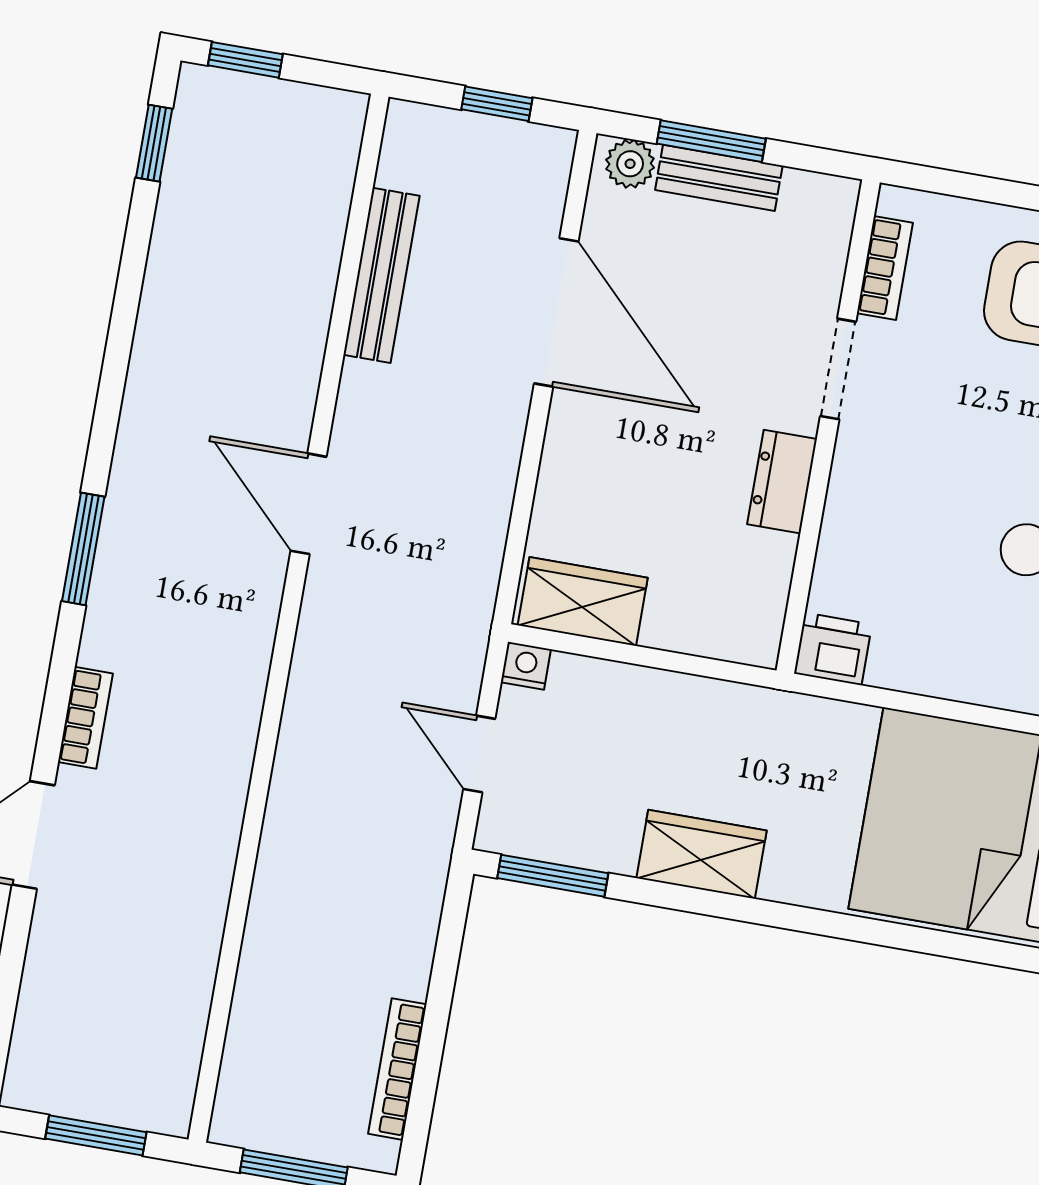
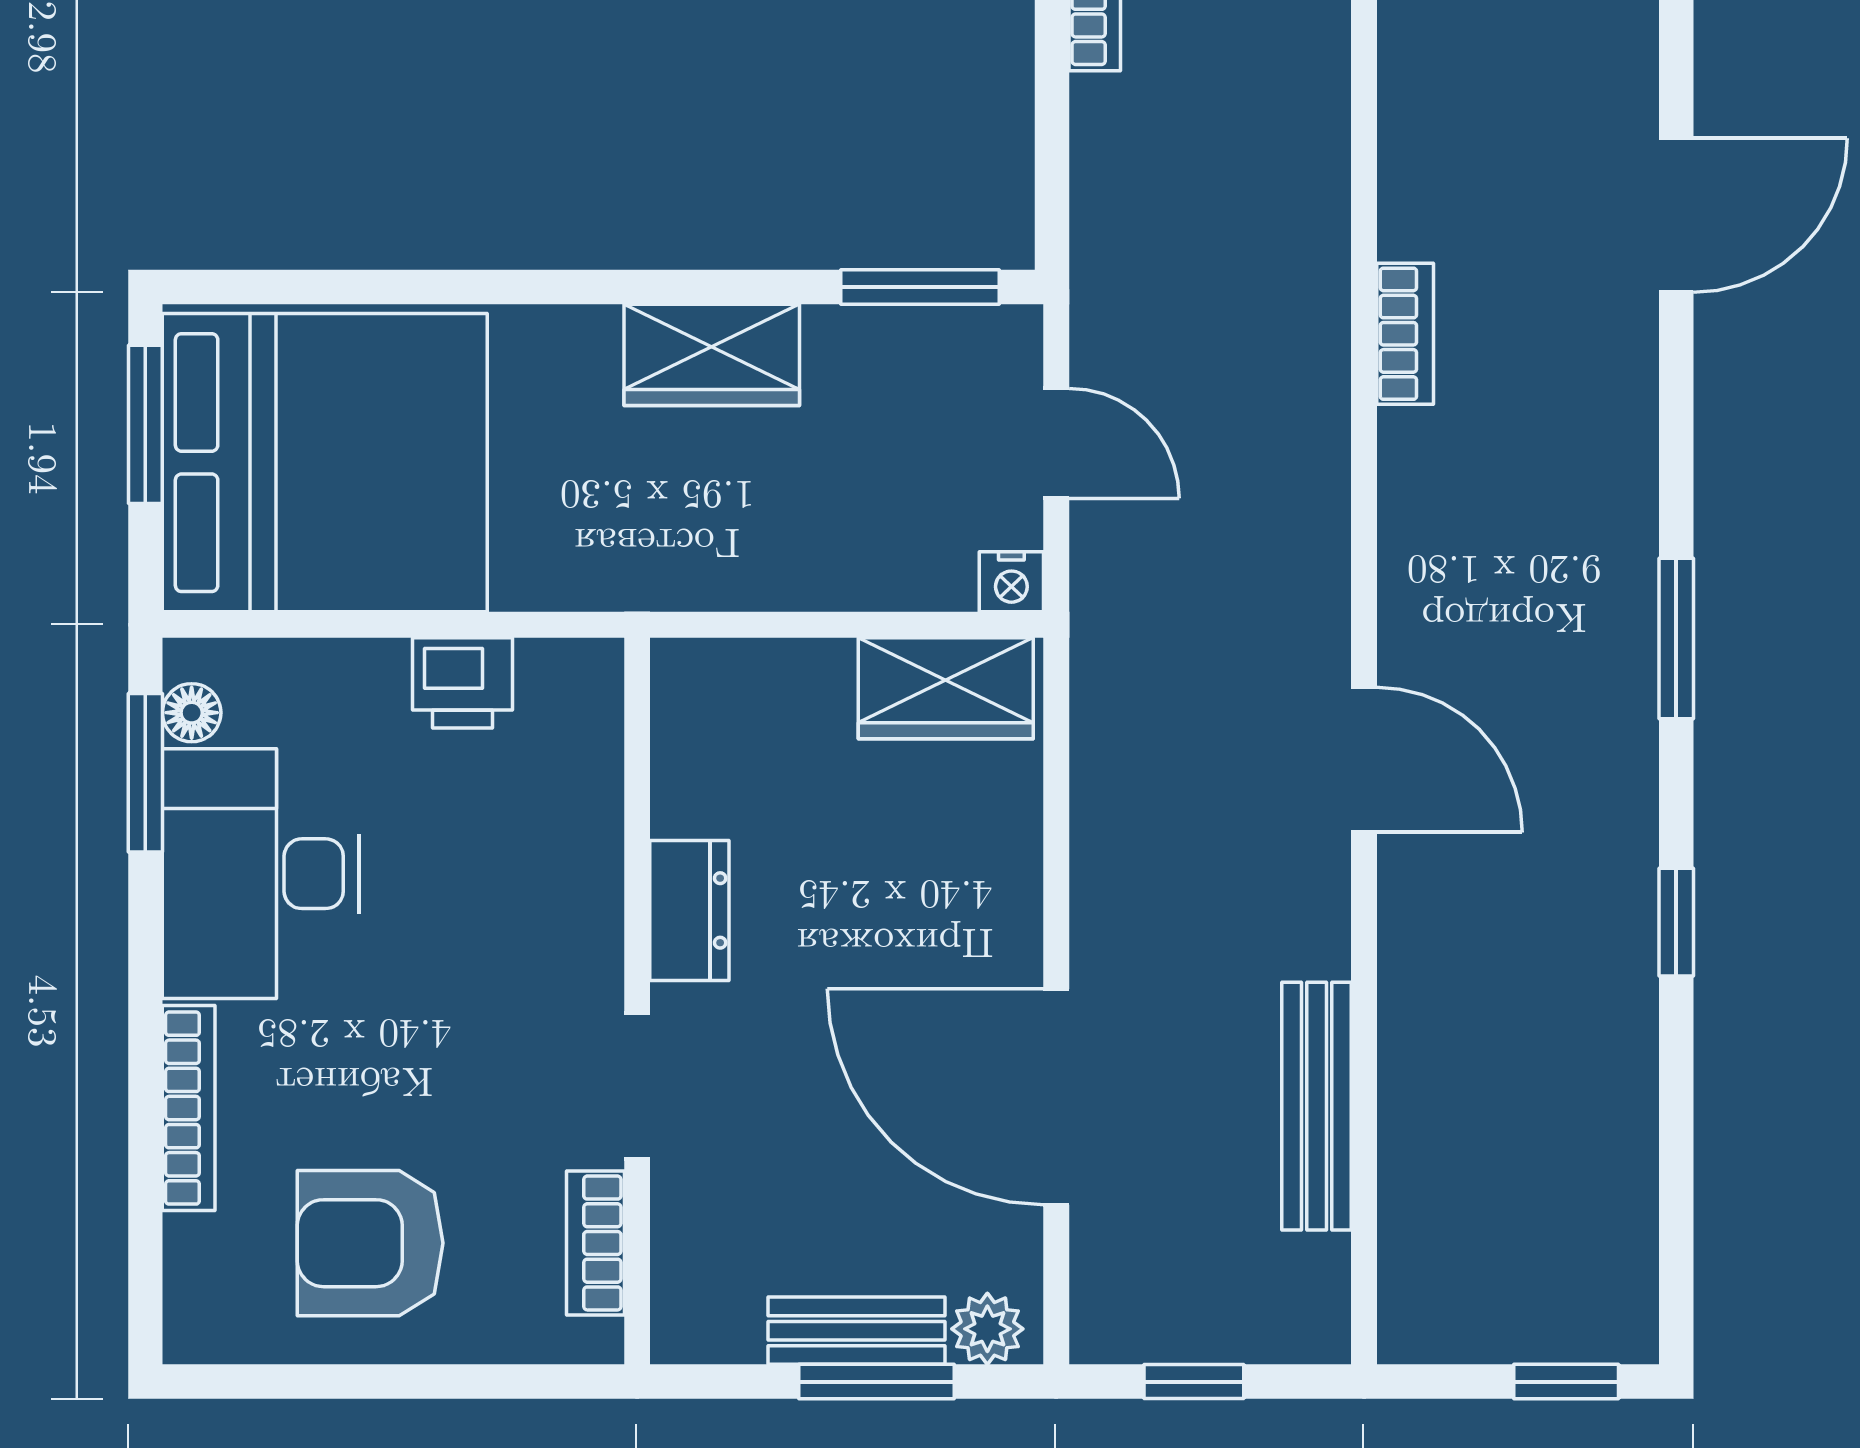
window: (154, 143) -> (1676, 922), moved
printer: (833, 649) -> (463, 683), moved
bookcase: (85, 718) -> (1405, 334), moved, turned 180

